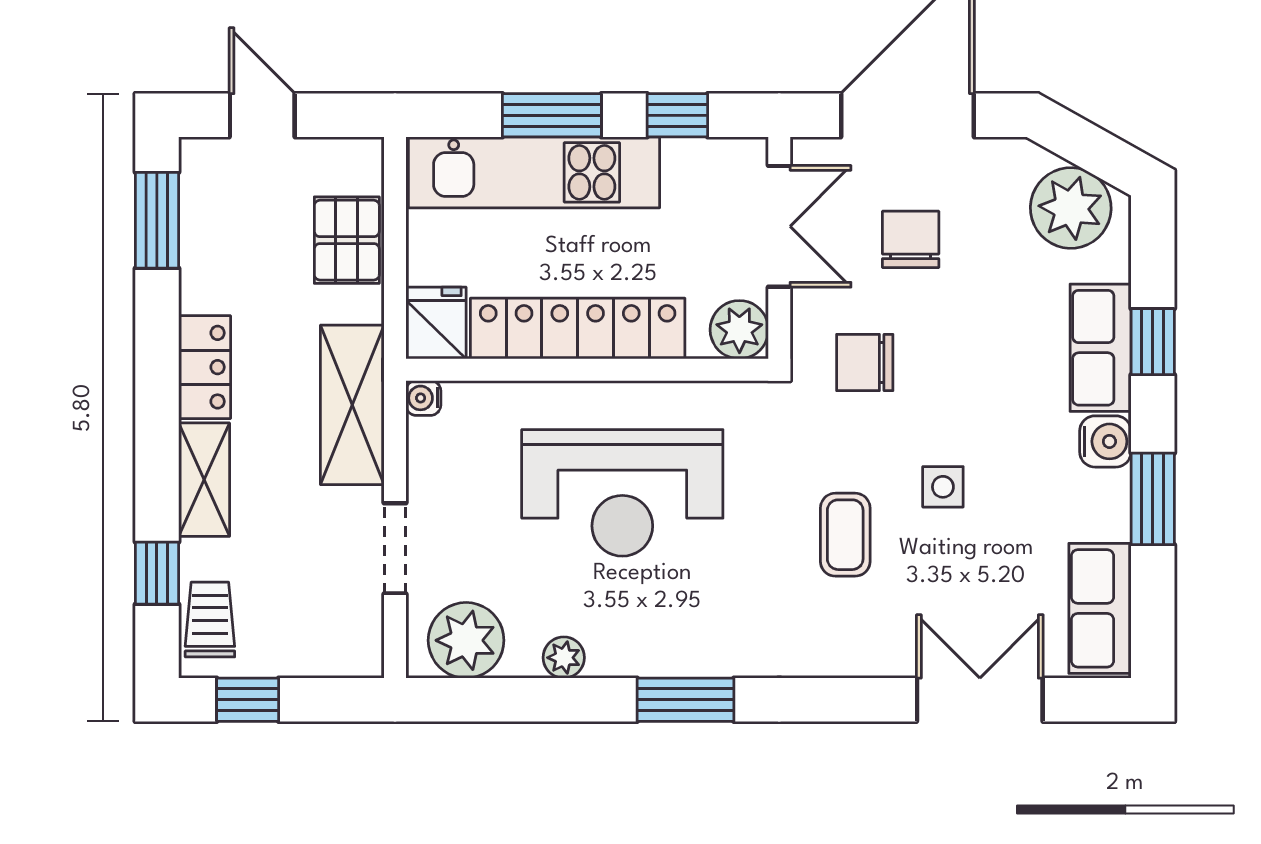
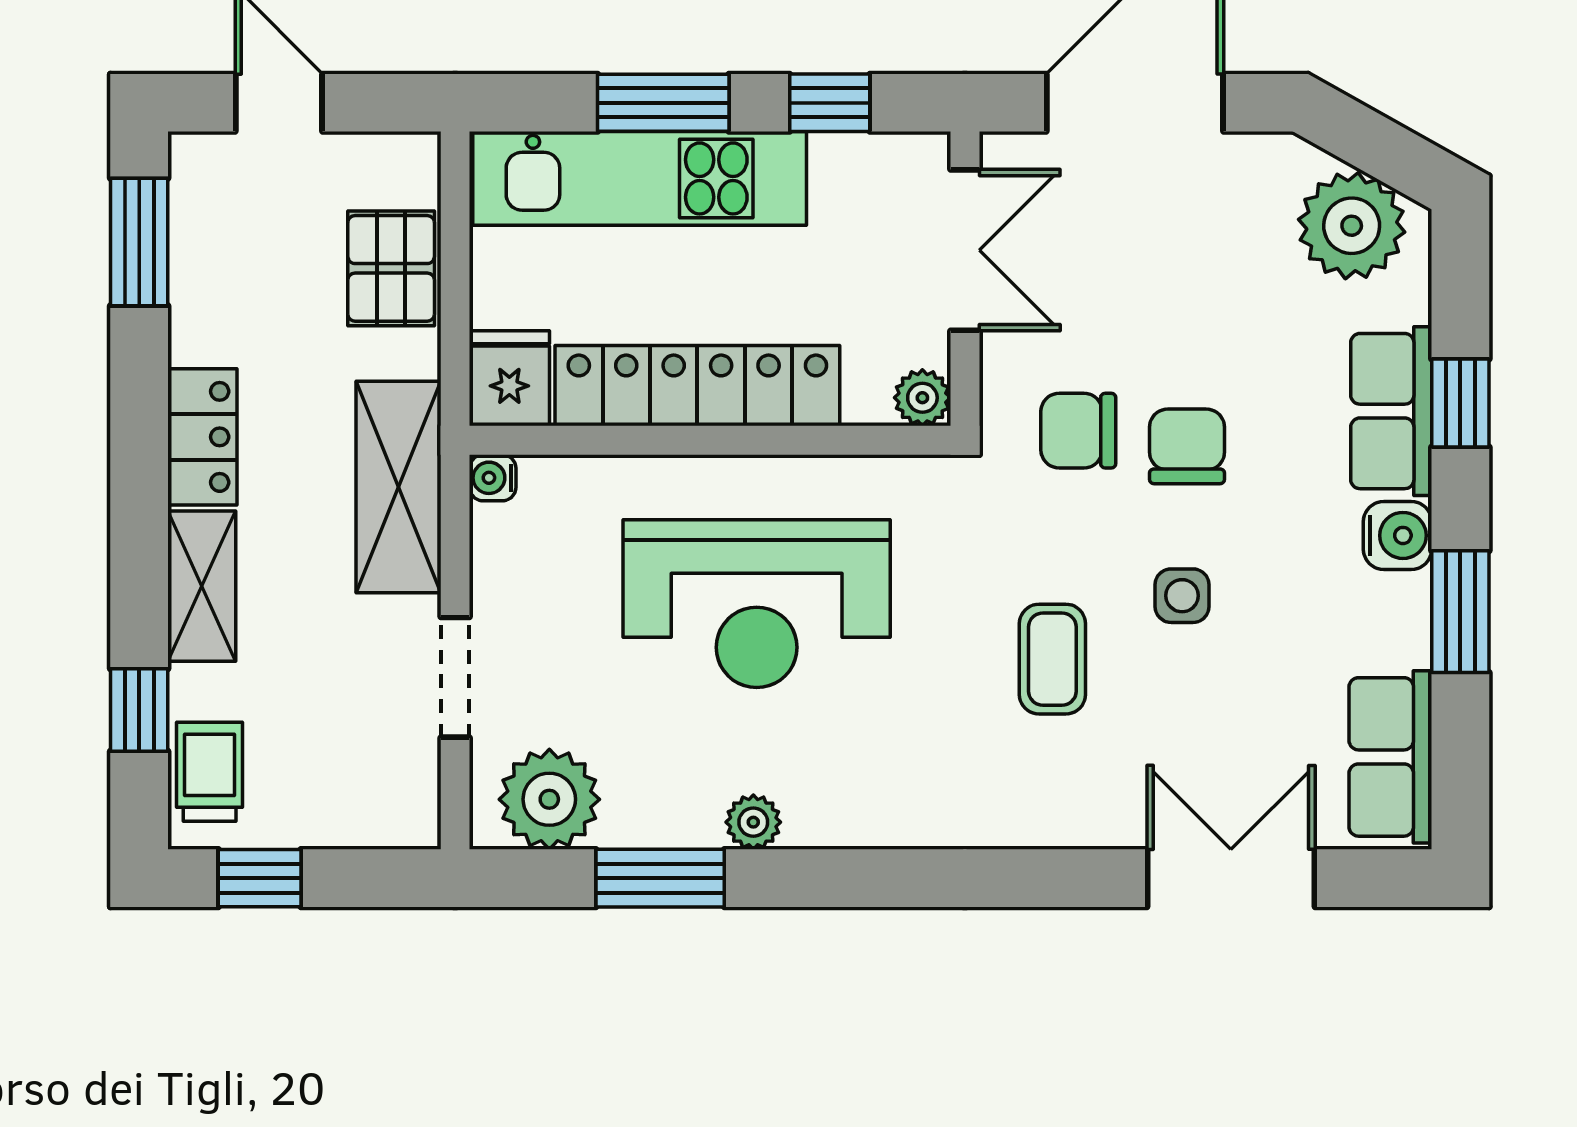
chair: (911, 239) -> (1187, 446), moved
plant: (739, 330) -> (922, 398), width x0.73, depth x0.73
plant: (564, 658) -> (753, 822), moved
window: (686, 700) -> (660, 878), moved

